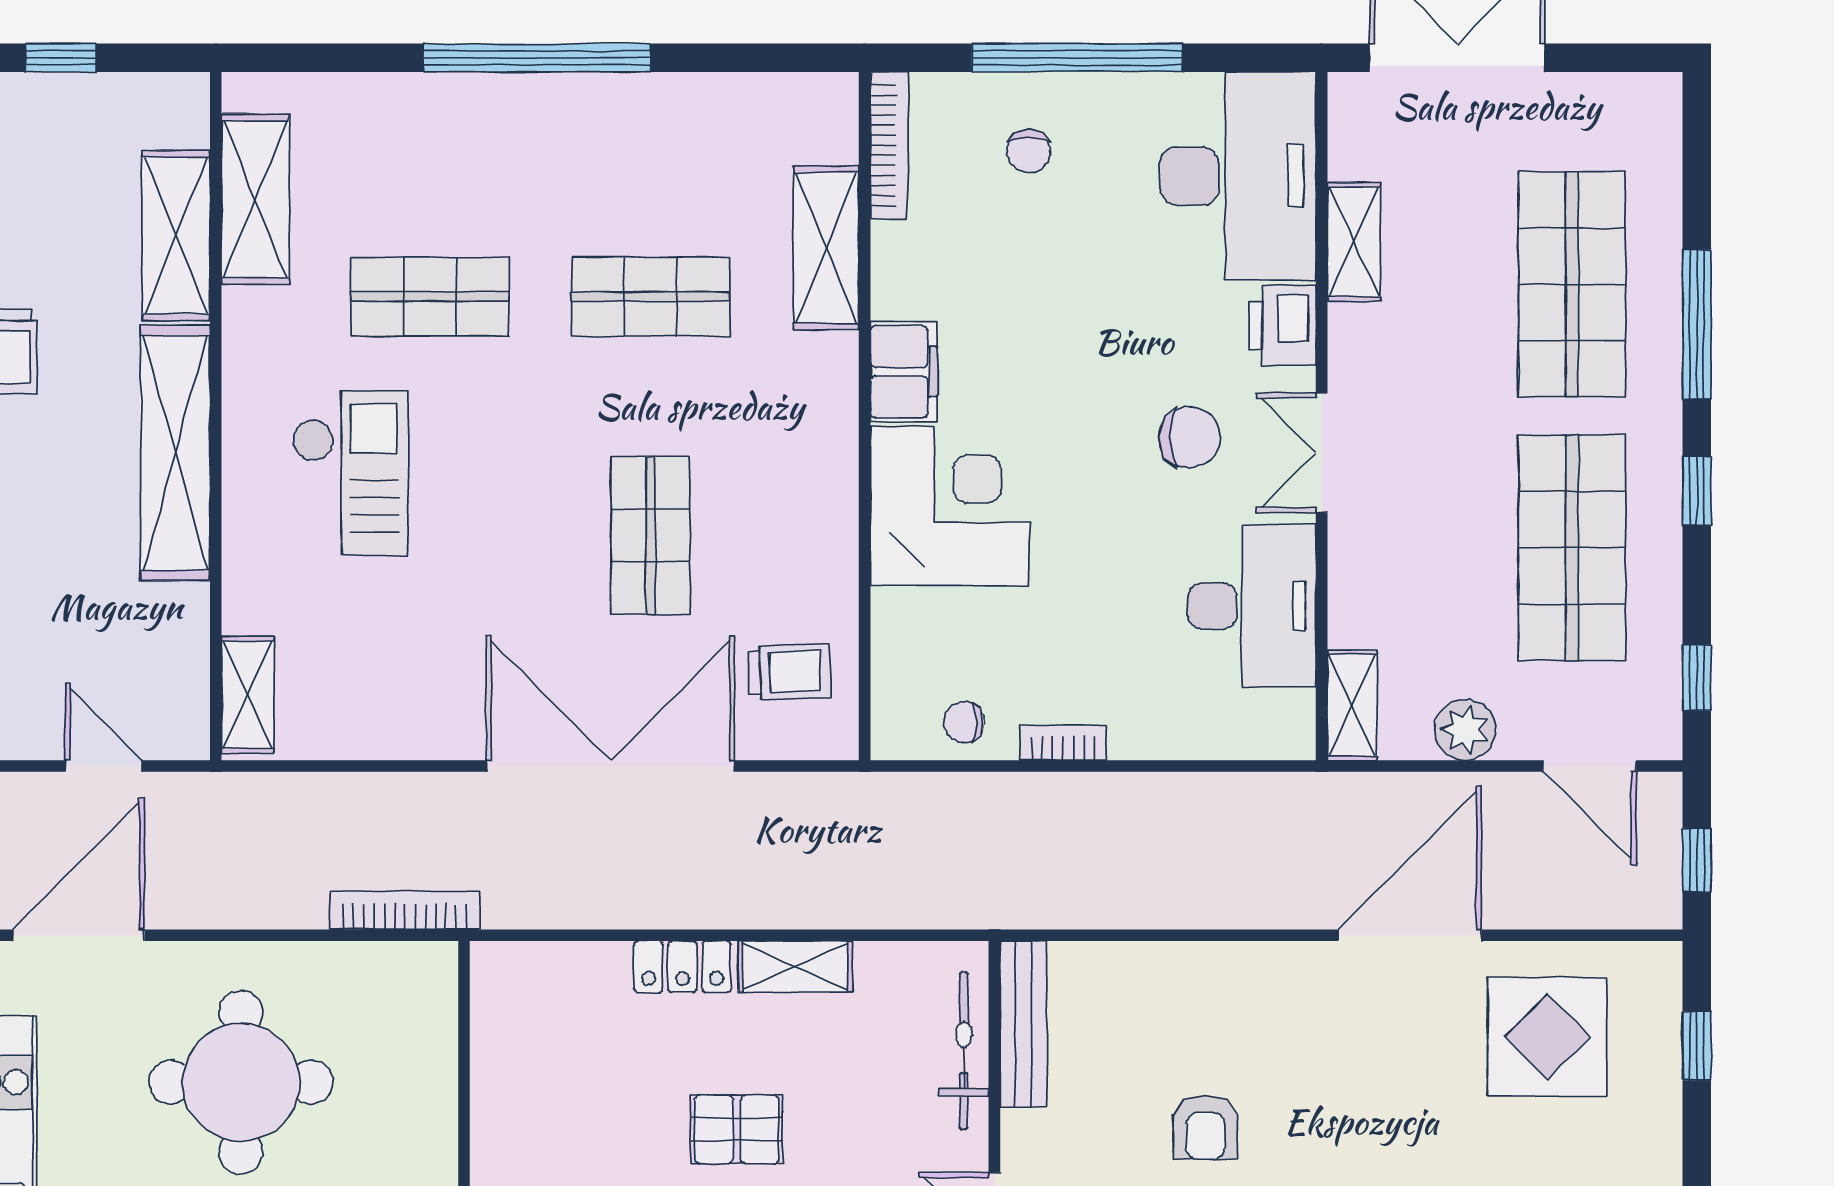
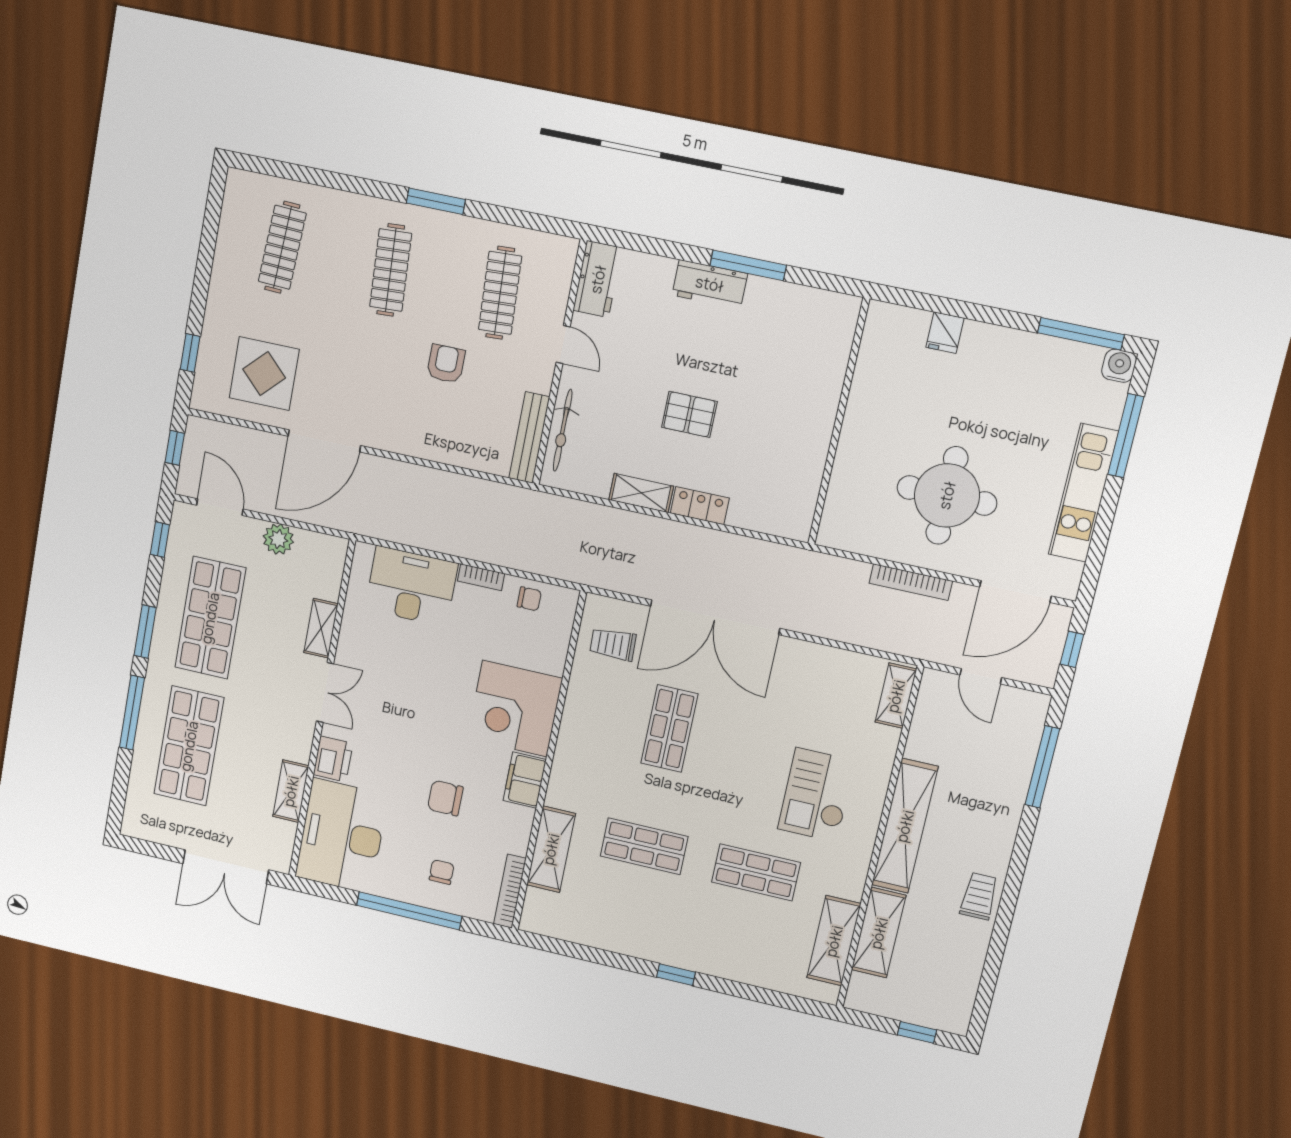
window: (537, 58) -> (676, 975), width x0.32
chair: (1189, 437) -> (445, 798), moved
window: (1697, 491) -> (145, 632), width x1.50
desk: (1252, 606) -> (411, 586), moved, turned 90
shelving: (1352, 705) -> (321, 628), moved
bookcase: (405, 911) -> (911, 582), moved

